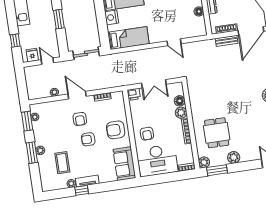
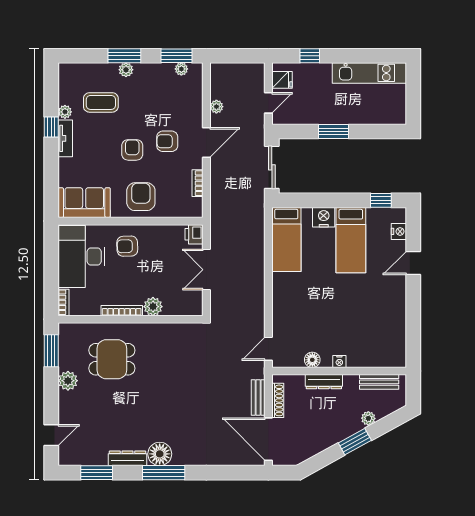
door: (174, 42) -> (268, 349), moved
floor lamp: (180, 101) -> (172, 307), removed
plant: (204, 162) -> (67, 332), removed

